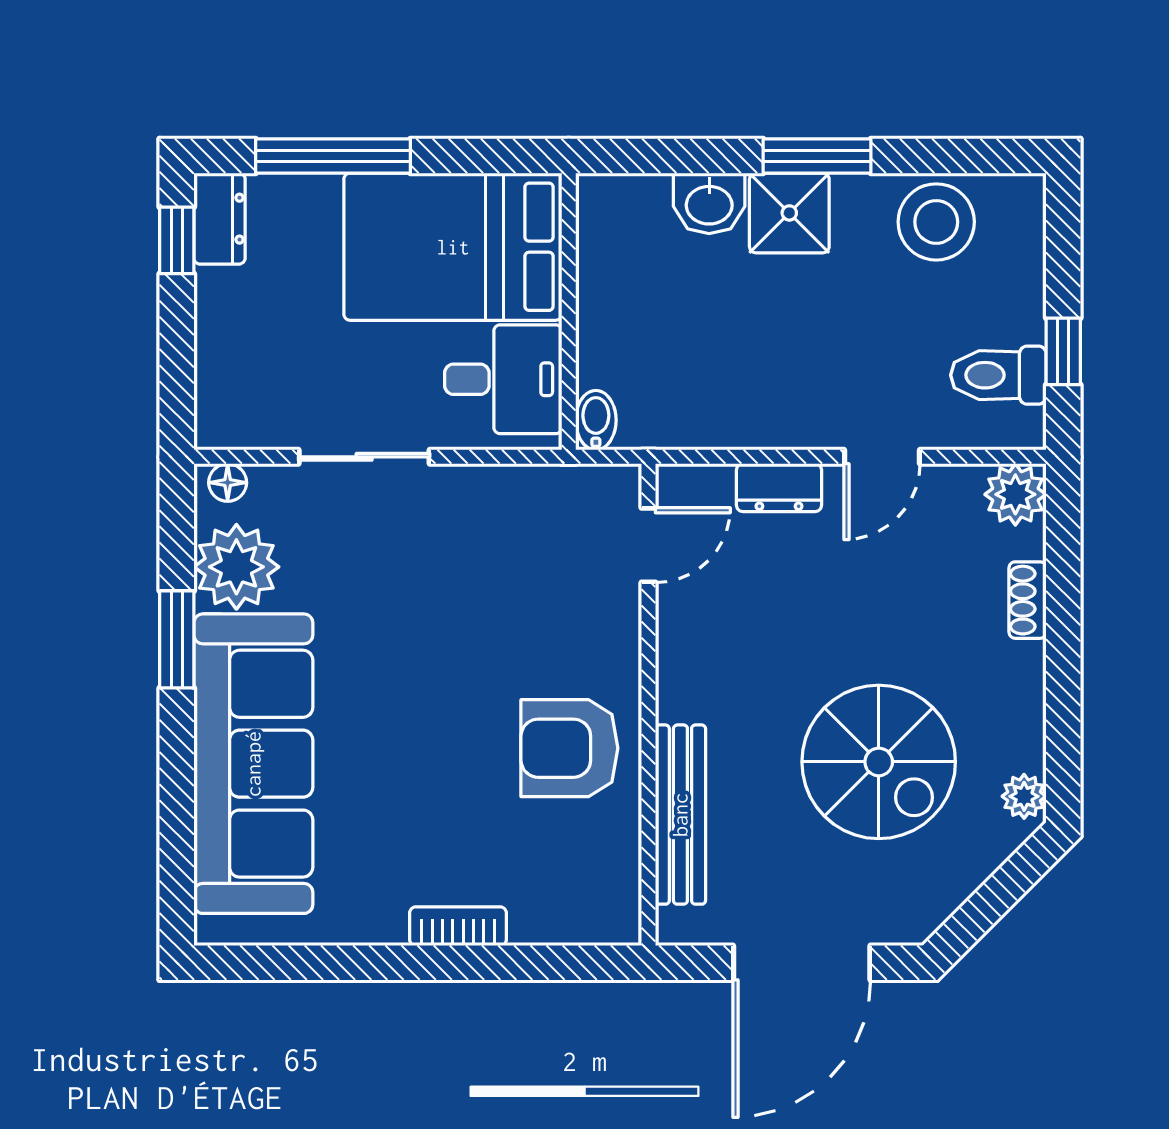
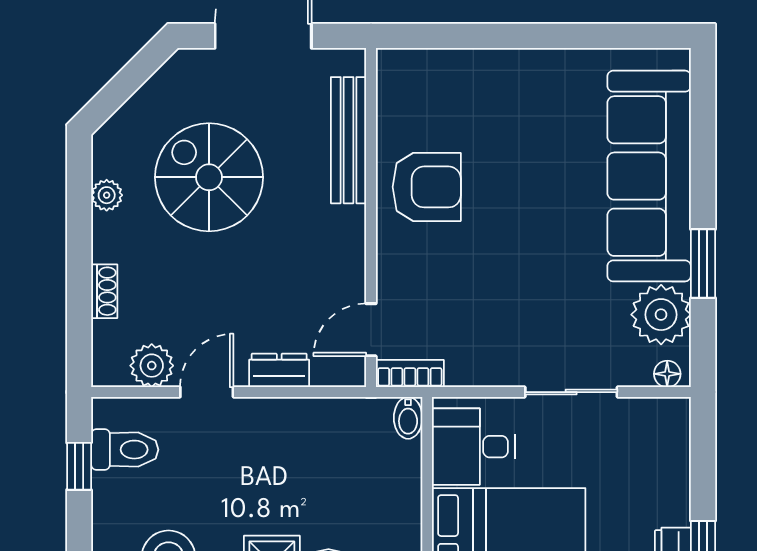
plant: (1015, 494) -> (152, 366), moved
plant: (1024, 796) -> (107, 195), moved
bookcase: (458, 926) -> (410, 374), moved, turned 180

